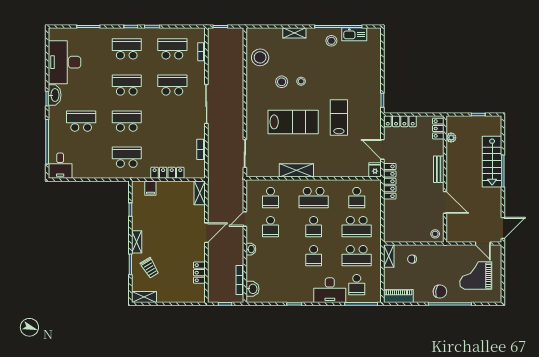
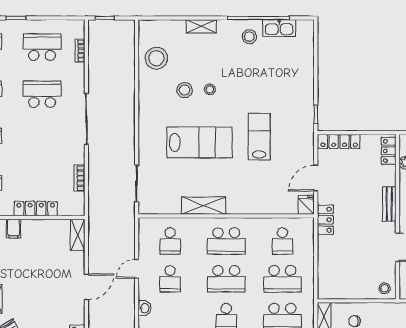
door: (382, 149) -> (316, 178), hinge flipped
locker: (390, 181) -> (325, 220), width x0.66
school desk: (314, 227) -> (226, 279), width x1.85

